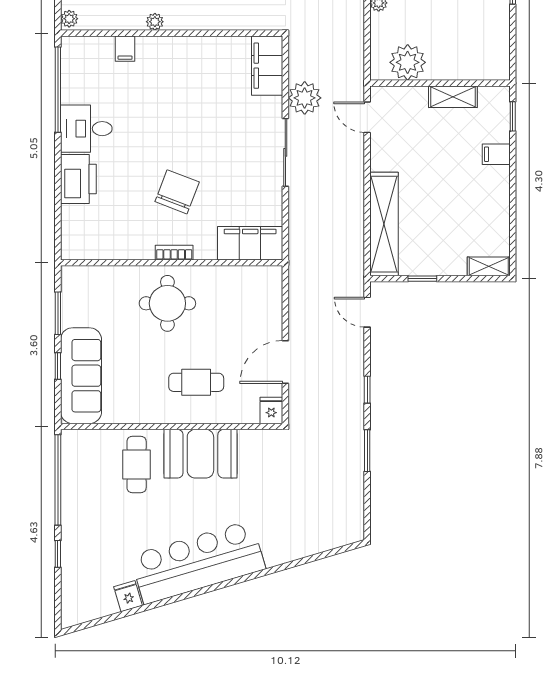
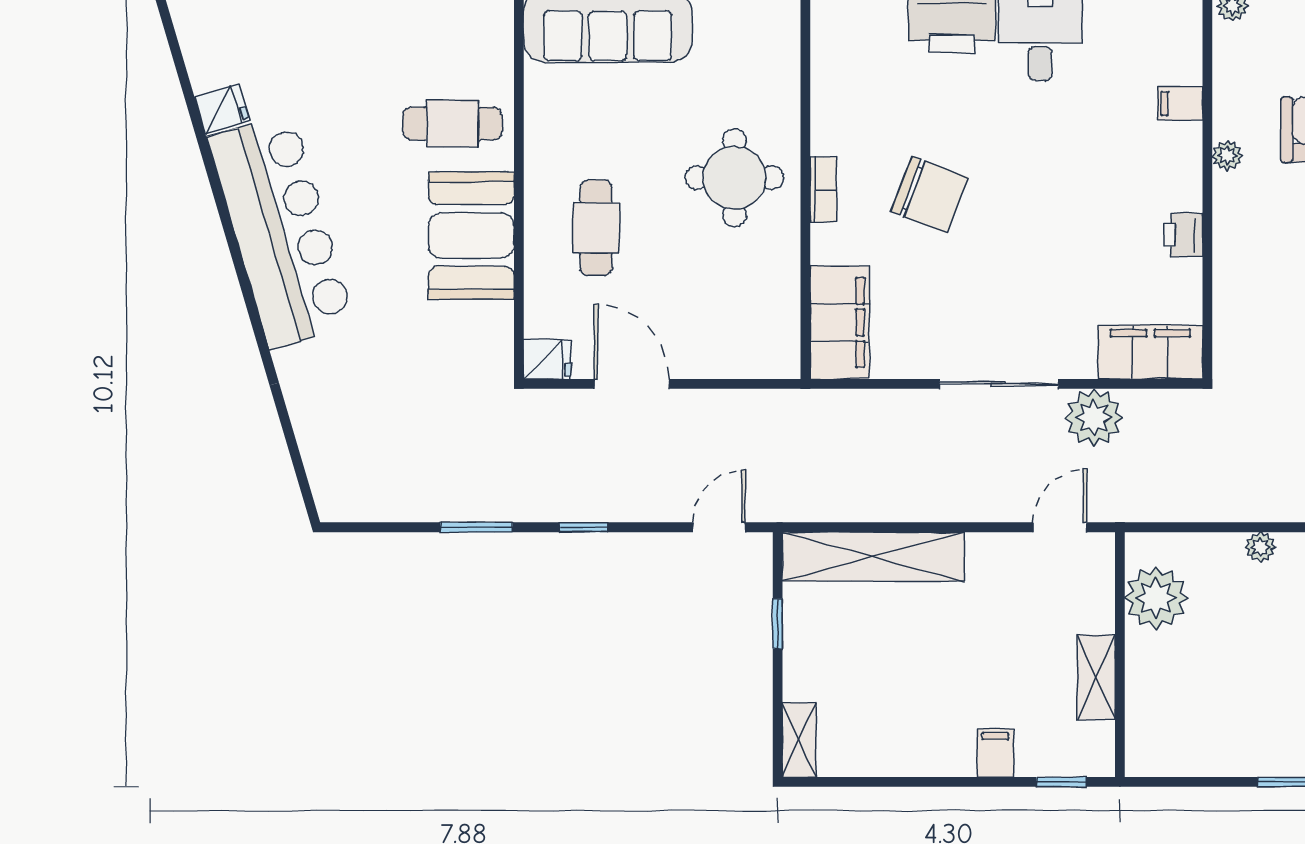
printer: (200, 47) -> (1183, 235), added

